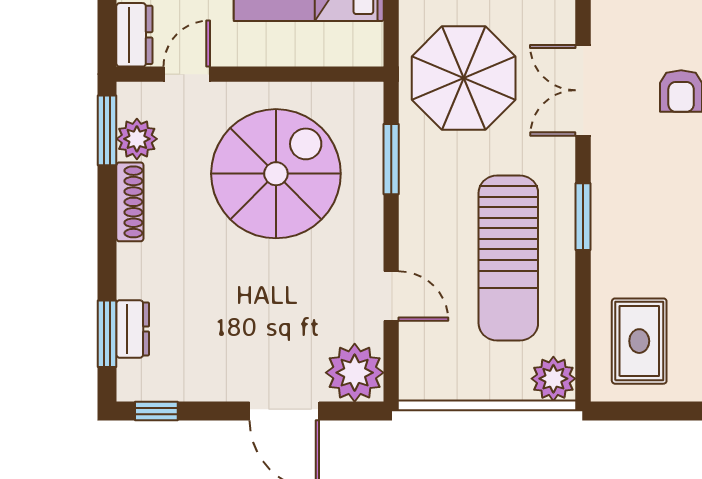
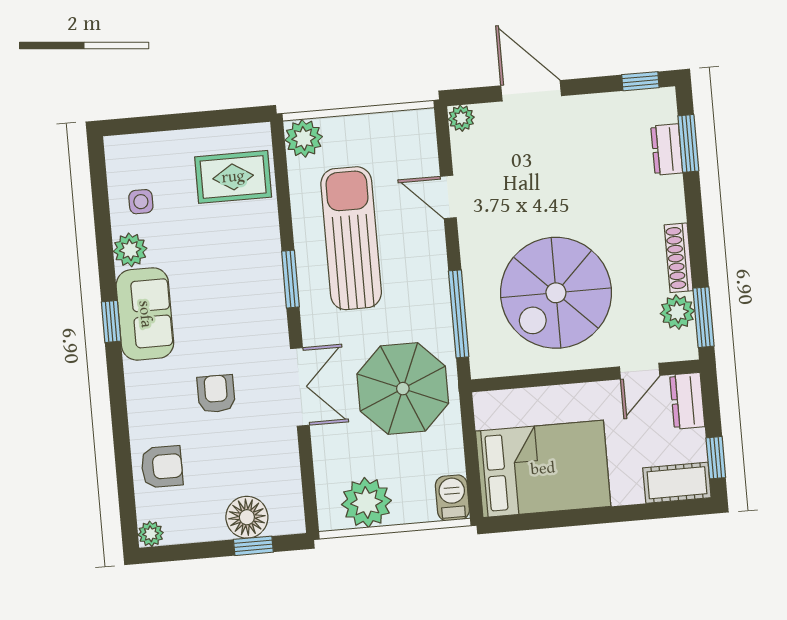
window: (391, 159) -> (459, 314), width x1.44
rug: (639, 341) -> (233, 177), turned 90
plant: (355, 373) -> (461, 118), width x0.53, depth x0.53

